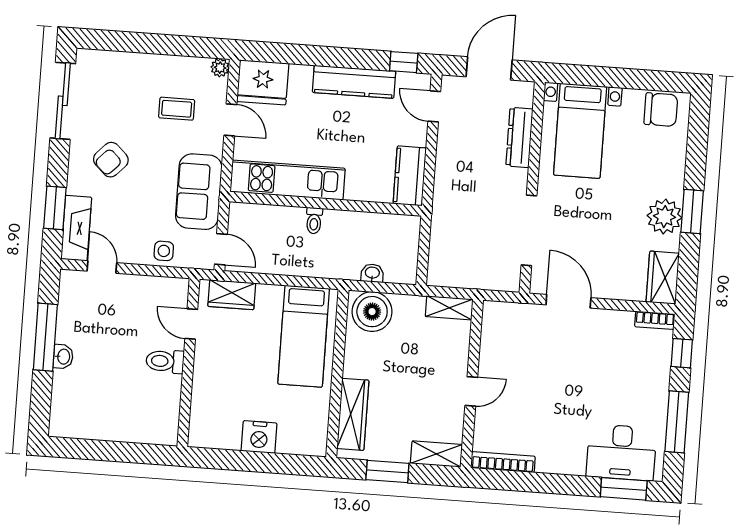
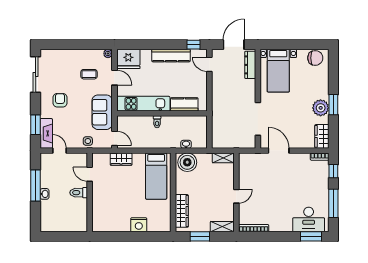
dresser: (519, 137) -> (250, 65), moved
armchair: (111, 160) -> (60, 100), turned 136
kitchen counter: (410, 176) -> (184, 104), moved, turned 90
door: (191, 324) -> (90, 174), moved
toilet: (165, 361) -> (79, 193), moved
wall: (188, 363) -> (90, 192), moved

